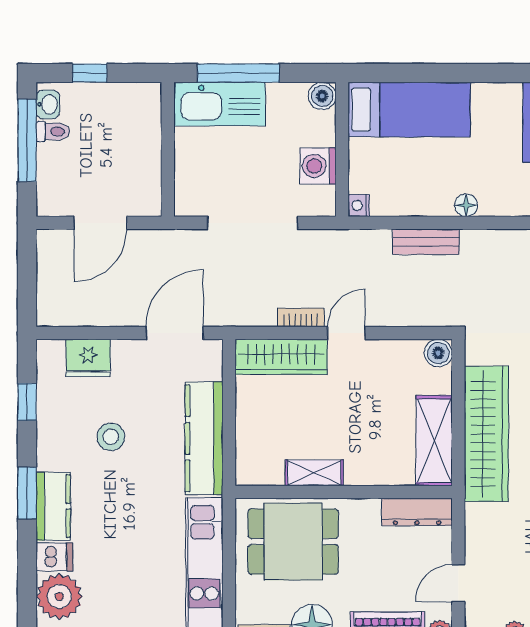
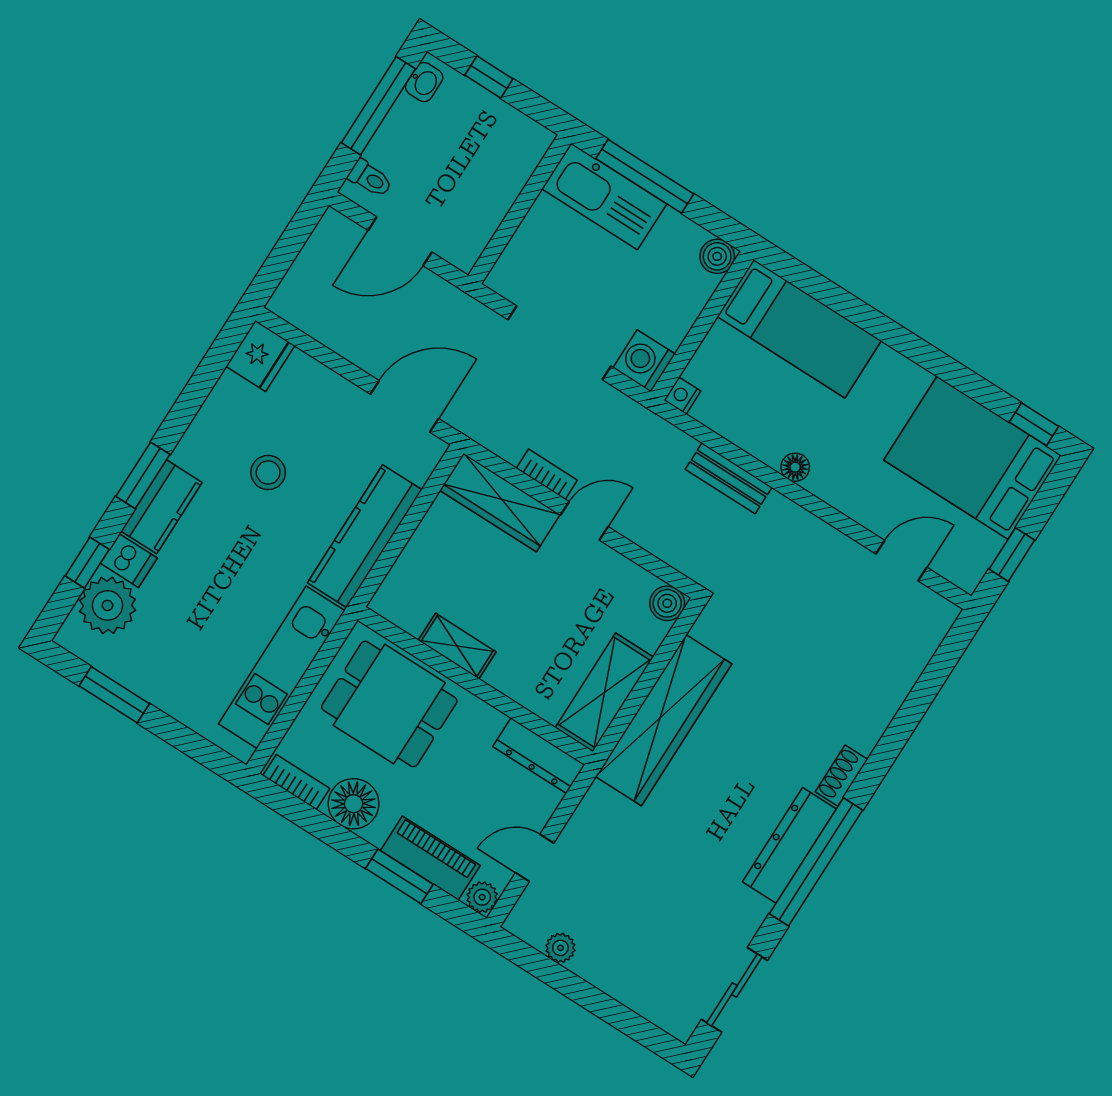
toilet: (53, 131) -> (370, 178), moved
washing machine: (318, 166) -> (644, 361), moved
fridge: (88, 358) -> (260, 356), moved, turned -90
window: (27, 402) -> (87, 563), moved

